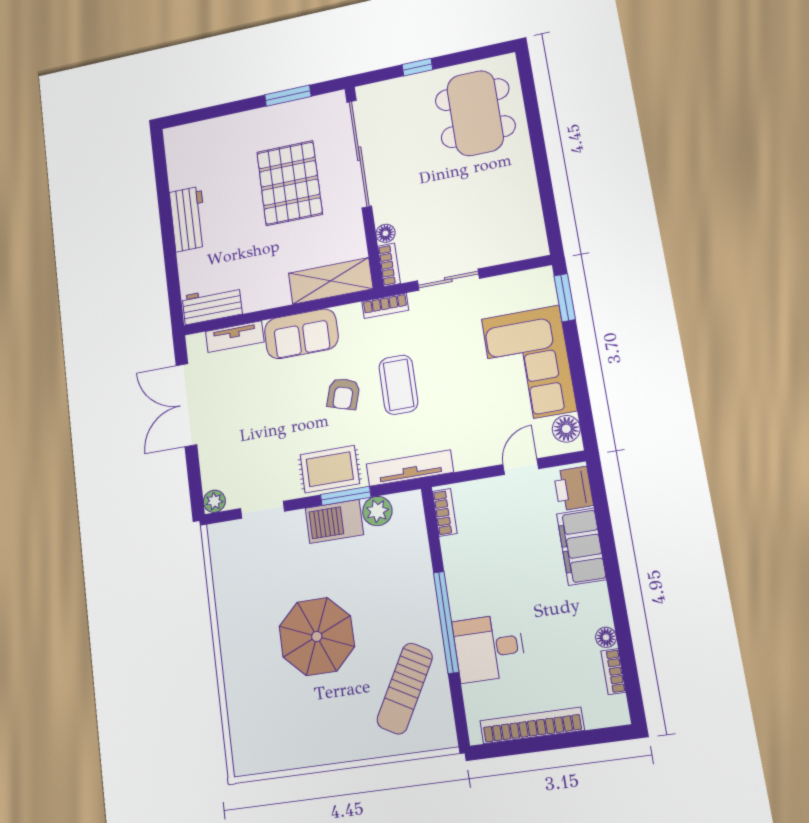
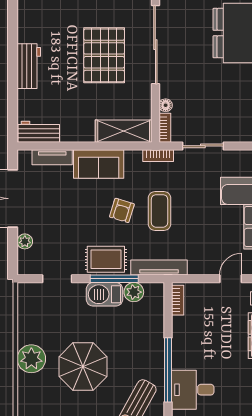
window: (346, 496) -> (114, 279), width x1.44
plant: (214, 501) -> (25, 241), moved
plant: (239, 636) -> (31, 359), added

